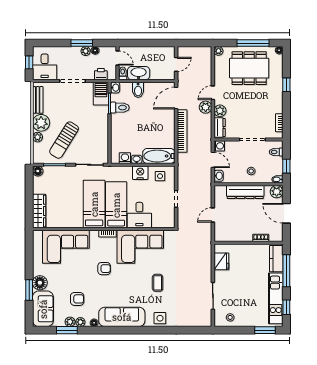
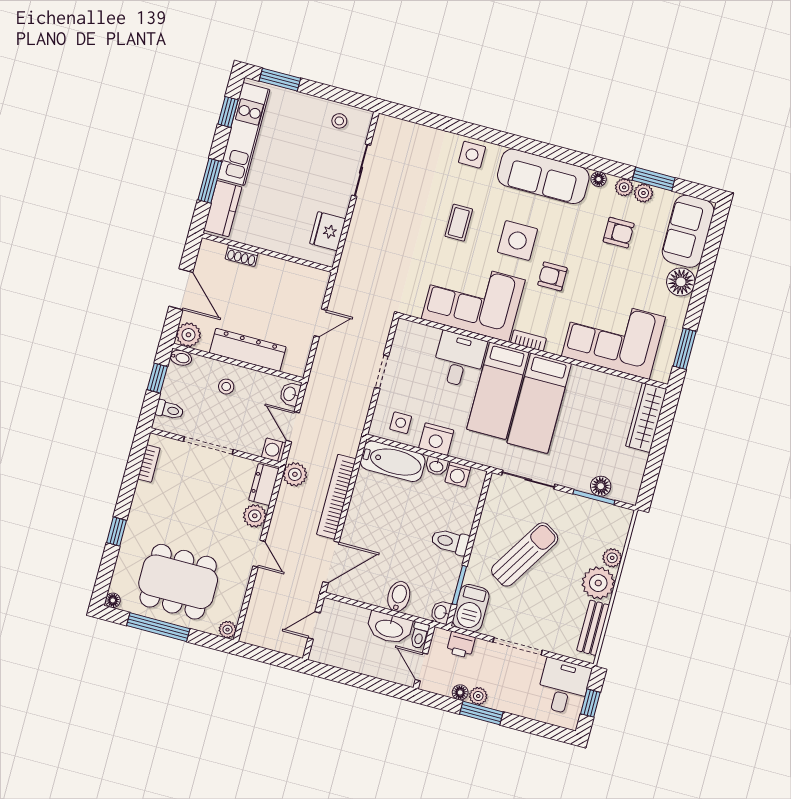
door: (213, 93) -> (259, 554), hinge flipped
plant: (206, 107) -> (295, 474), moved
toilet: (120, 108) -> (450, 542), moved
sun lounger: (64, 140) -> (525, 554), moved
floor lamp: (38, 171) -> (601, 486), moved
window: (286, 271) -> (210, 181), width x0.69
side table: (126, 282) -> (517, 241), added
window: (29, 290) -> (685, 349), moved
armchair: (77, 299) -> (619, 233), turned 180

